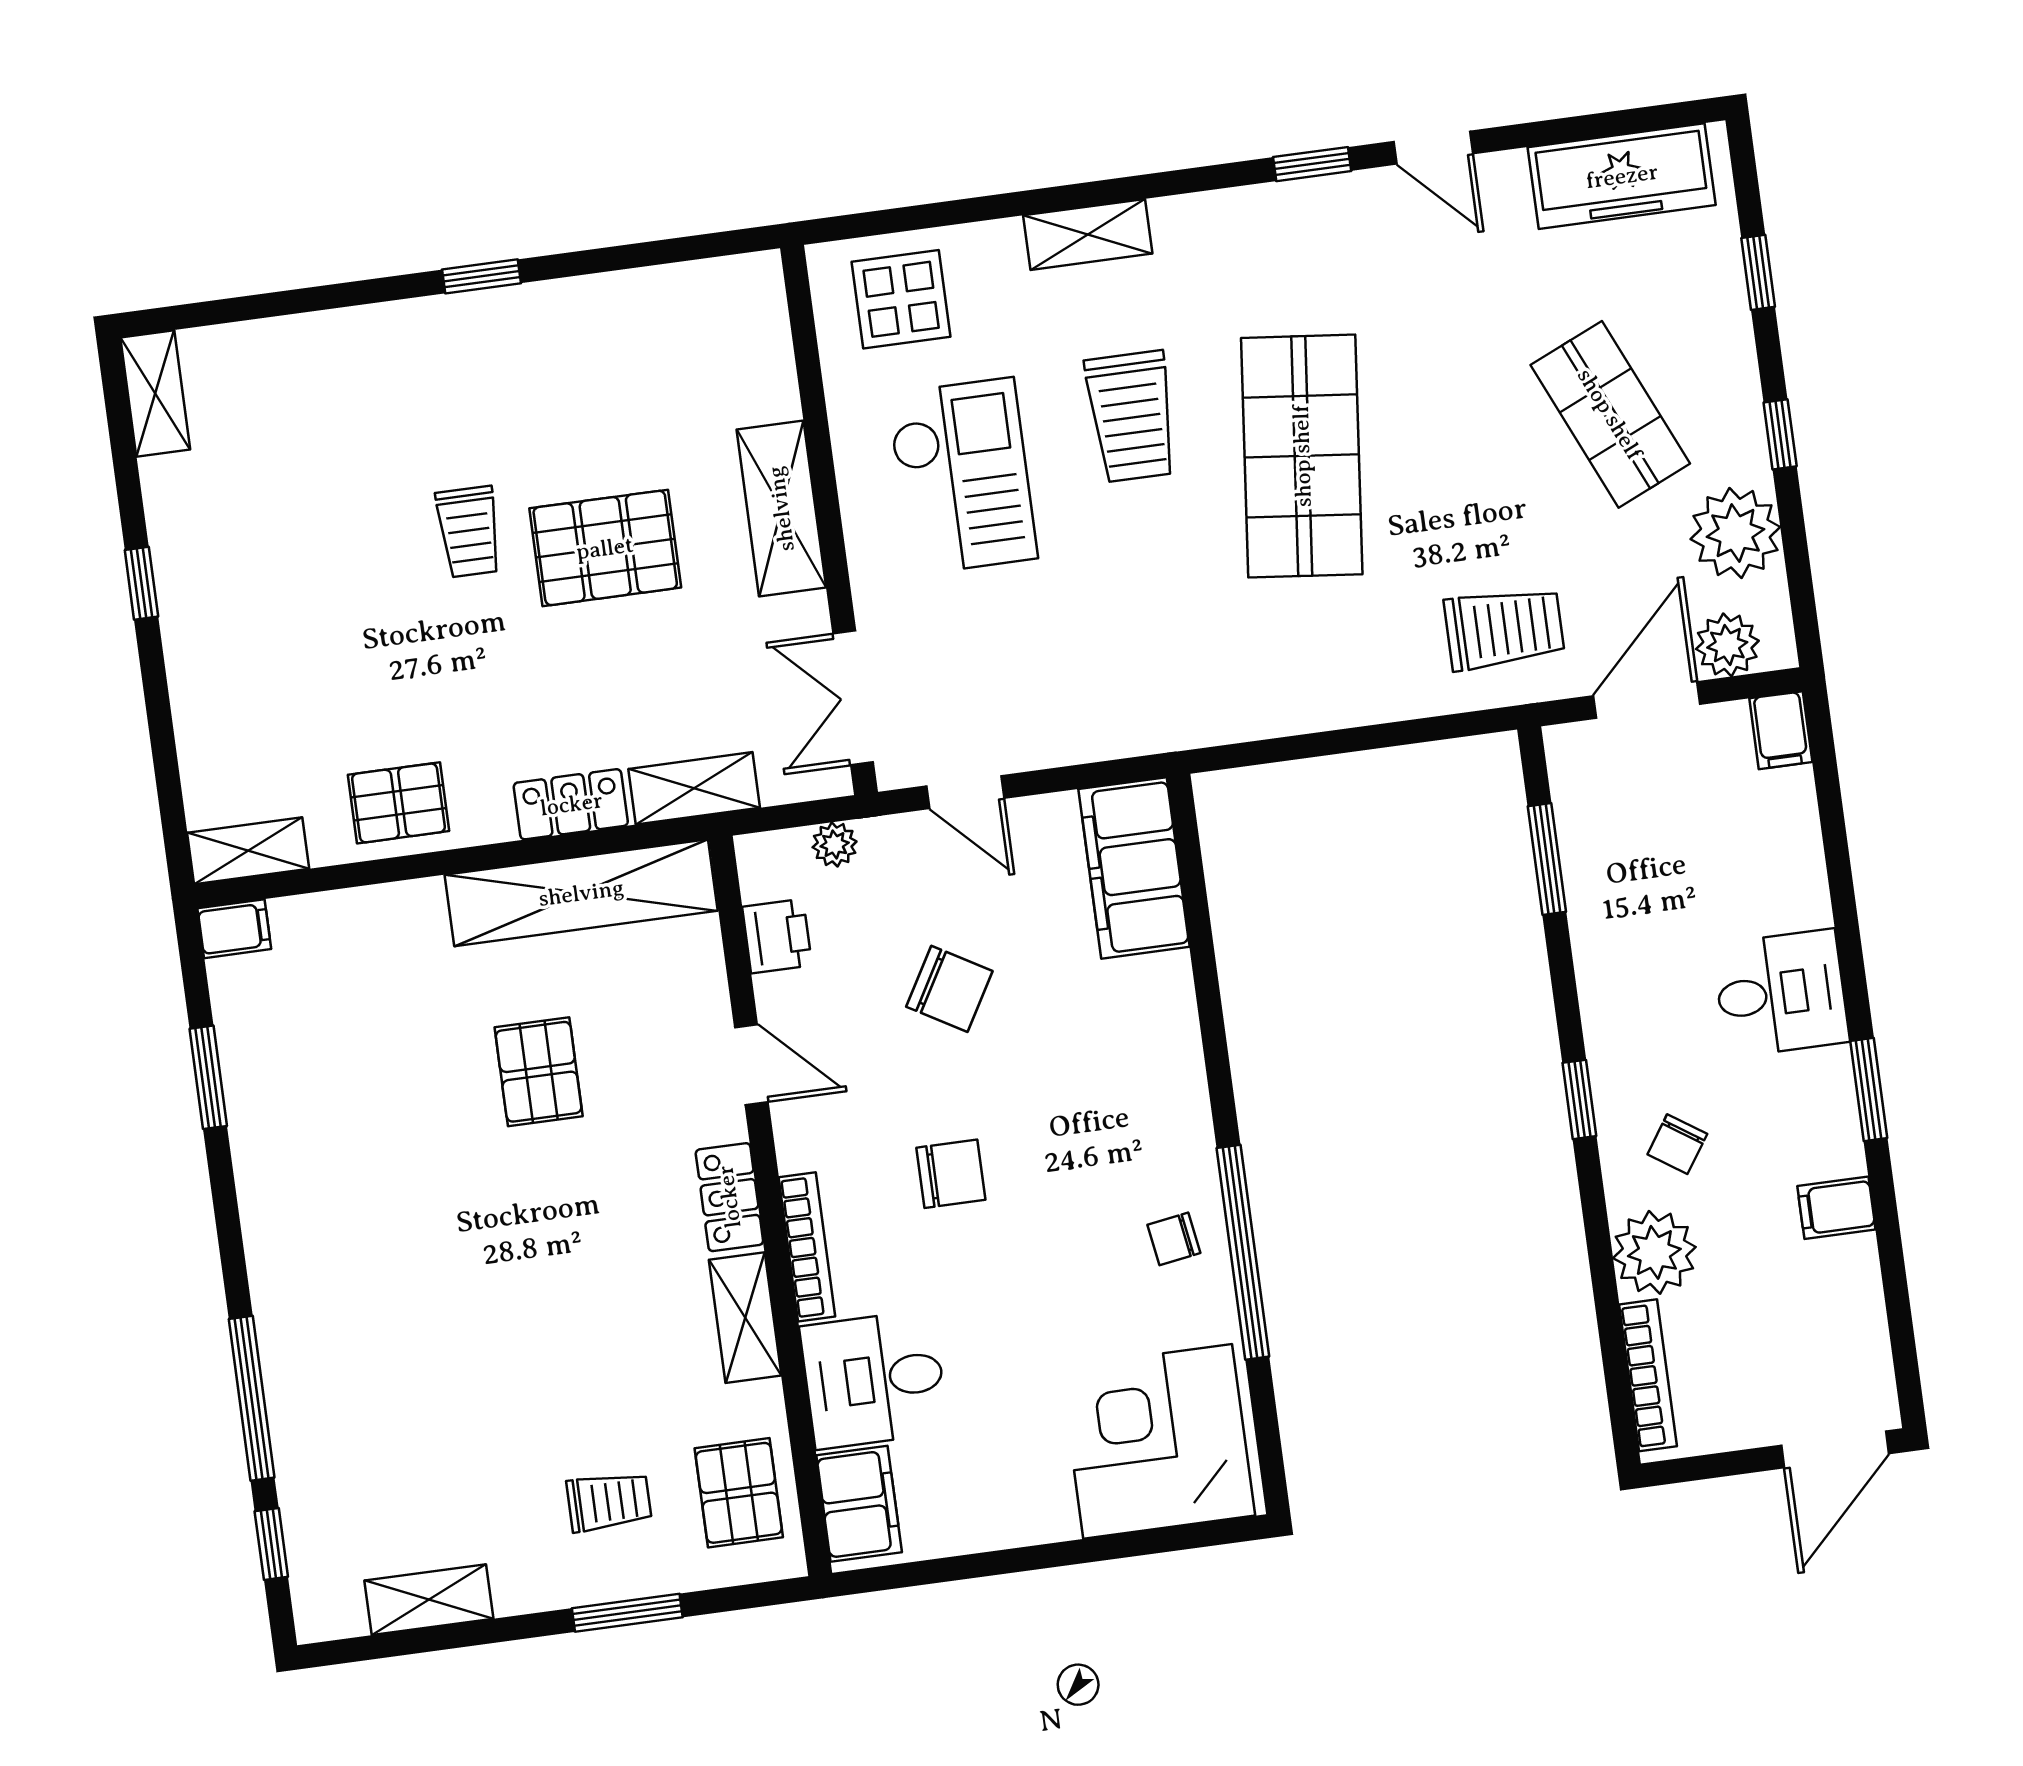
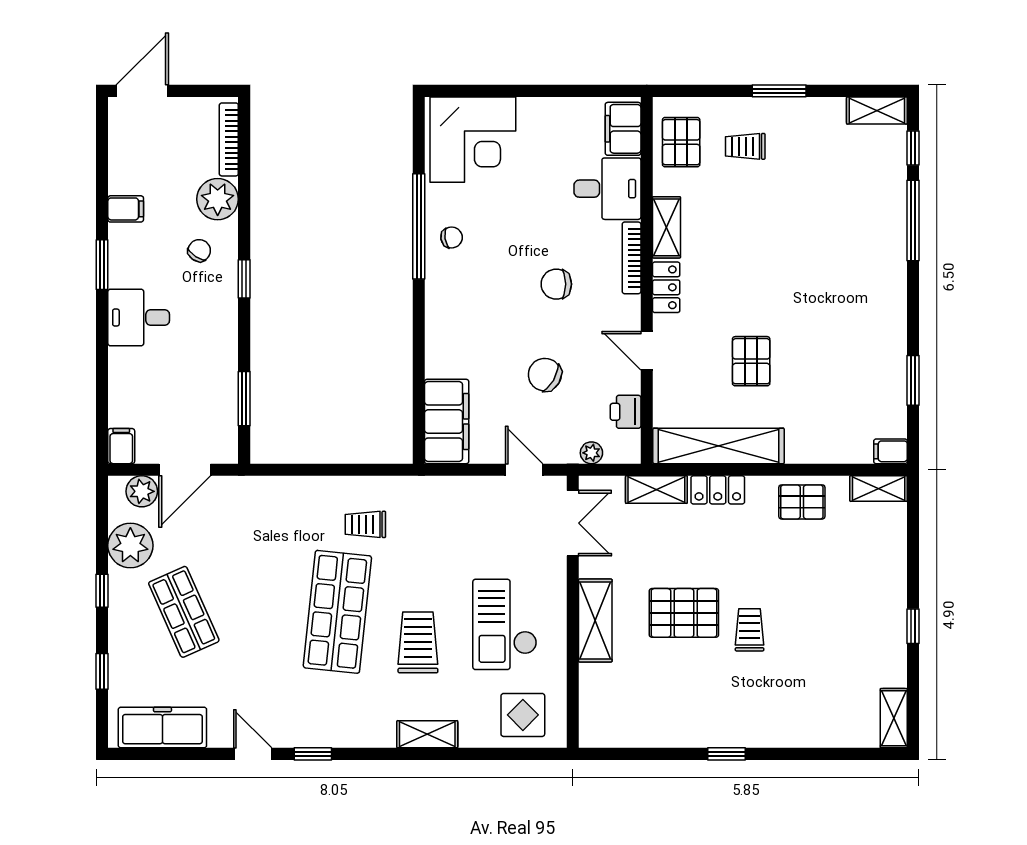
trolley: (1504, 628) -> (365, 524), moved, width x0.73, depth x0.72
shelving: (429, 1600) -> (877, 110), moved
window: (627, 1613) -> (779, 91), moved

